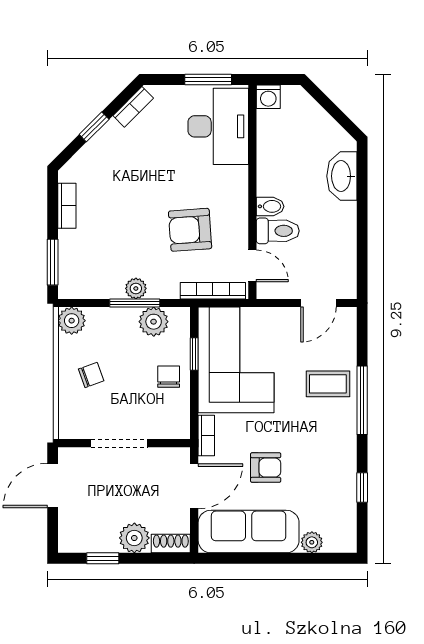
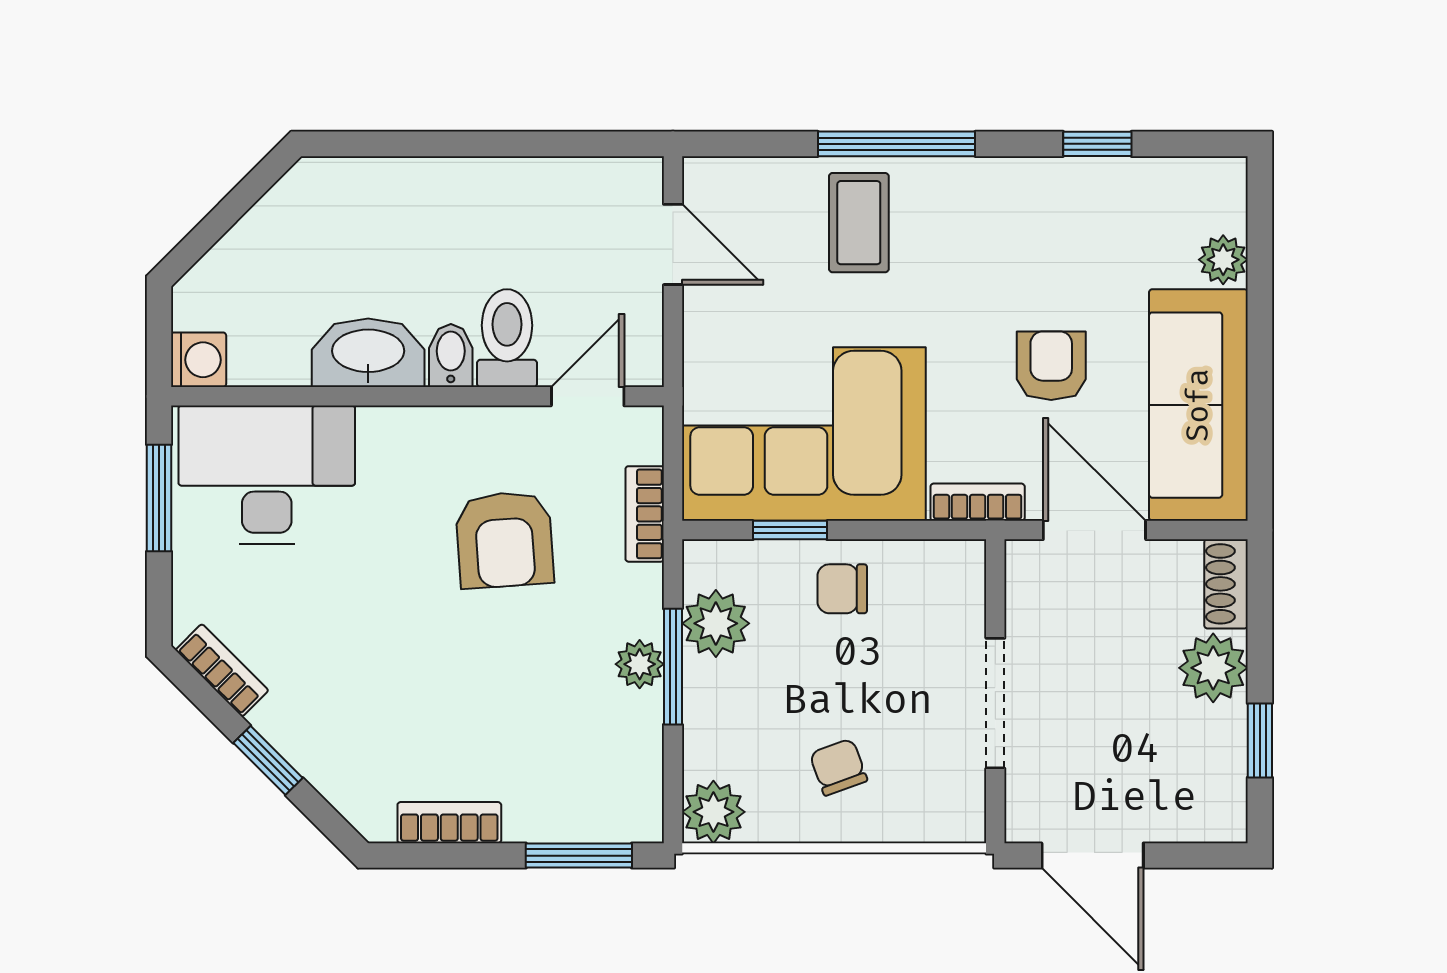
washbasin: (342, 176) -> (368, 353), moved, turned 180
bookcase: (213, 291) -> (645, 514), width x0.64

